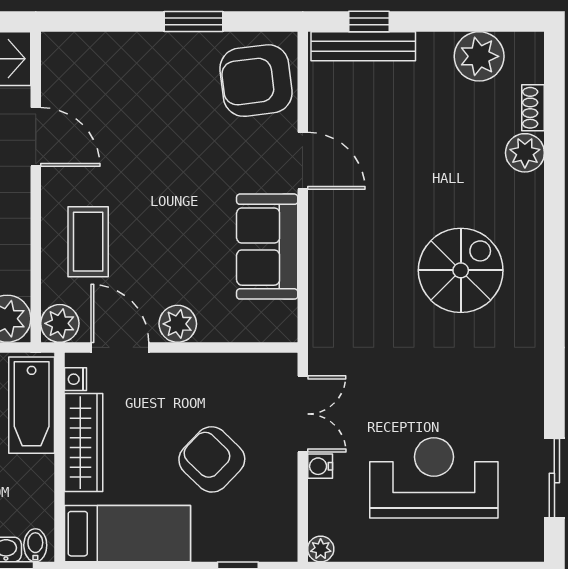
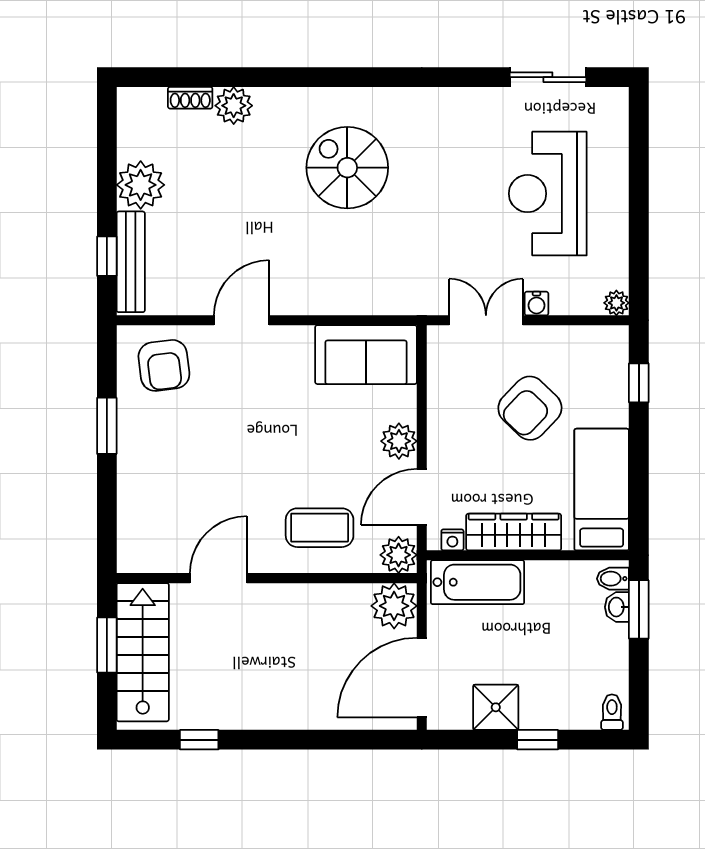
plant: (479, 56) -> (141, 185), moved
armchair: (256, 81) -> (164, 365), width x0.73, depth x0.73
sofa: (267, 247) -> (366, 355), moved

